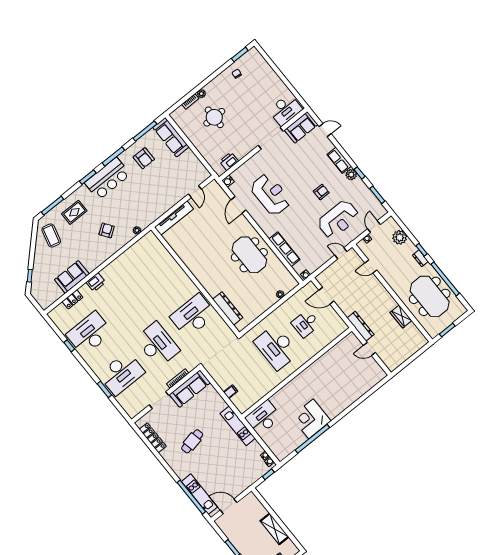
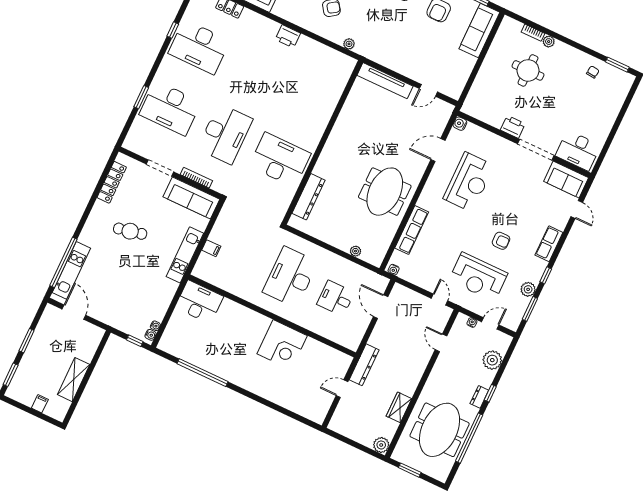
printer: (229, 161) -> (513, 127), moved
plant: (351, 175) -> (528, 289), moved
printer: (96, 282) -> (288, 36), moved
desk: (89, 334) -> (199, 47), turned 180
plant: (421, 341) -> (381, 445), added
door: (369, 349) -> (342, 389), hinge flipped
corner desk: (311, 419) -> (282, 345), moved, turned 180
kitchen unit: (238, 426) -> (185, 255), moved

